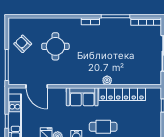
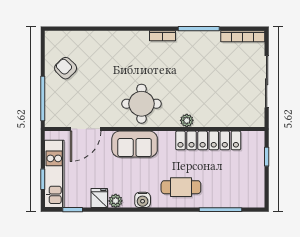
round table: (55, 46) -> (142, 104), moved
door: (37, 86) -> (86, 129), hinge flipped
sofa: (82, 97) -> (135, 144), moved

